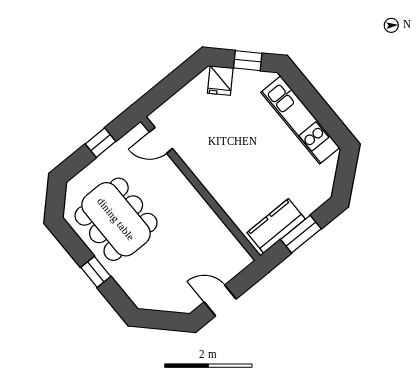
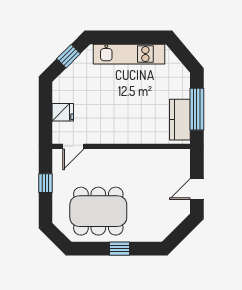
fridge: (220, 81) -> (63, 112), moved, turned -45
window: (301, 234) -> (197, 109), width x1.44

